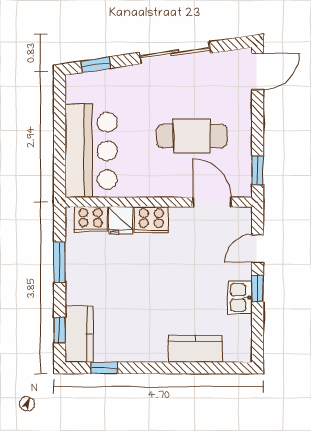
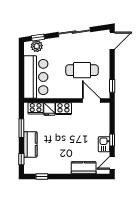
plant: (93, 84) -> (37, 46), added
door: (258, 248) -> (112, 163), moved
kitchen counter: (79, 334) -> (30, 144), moved

